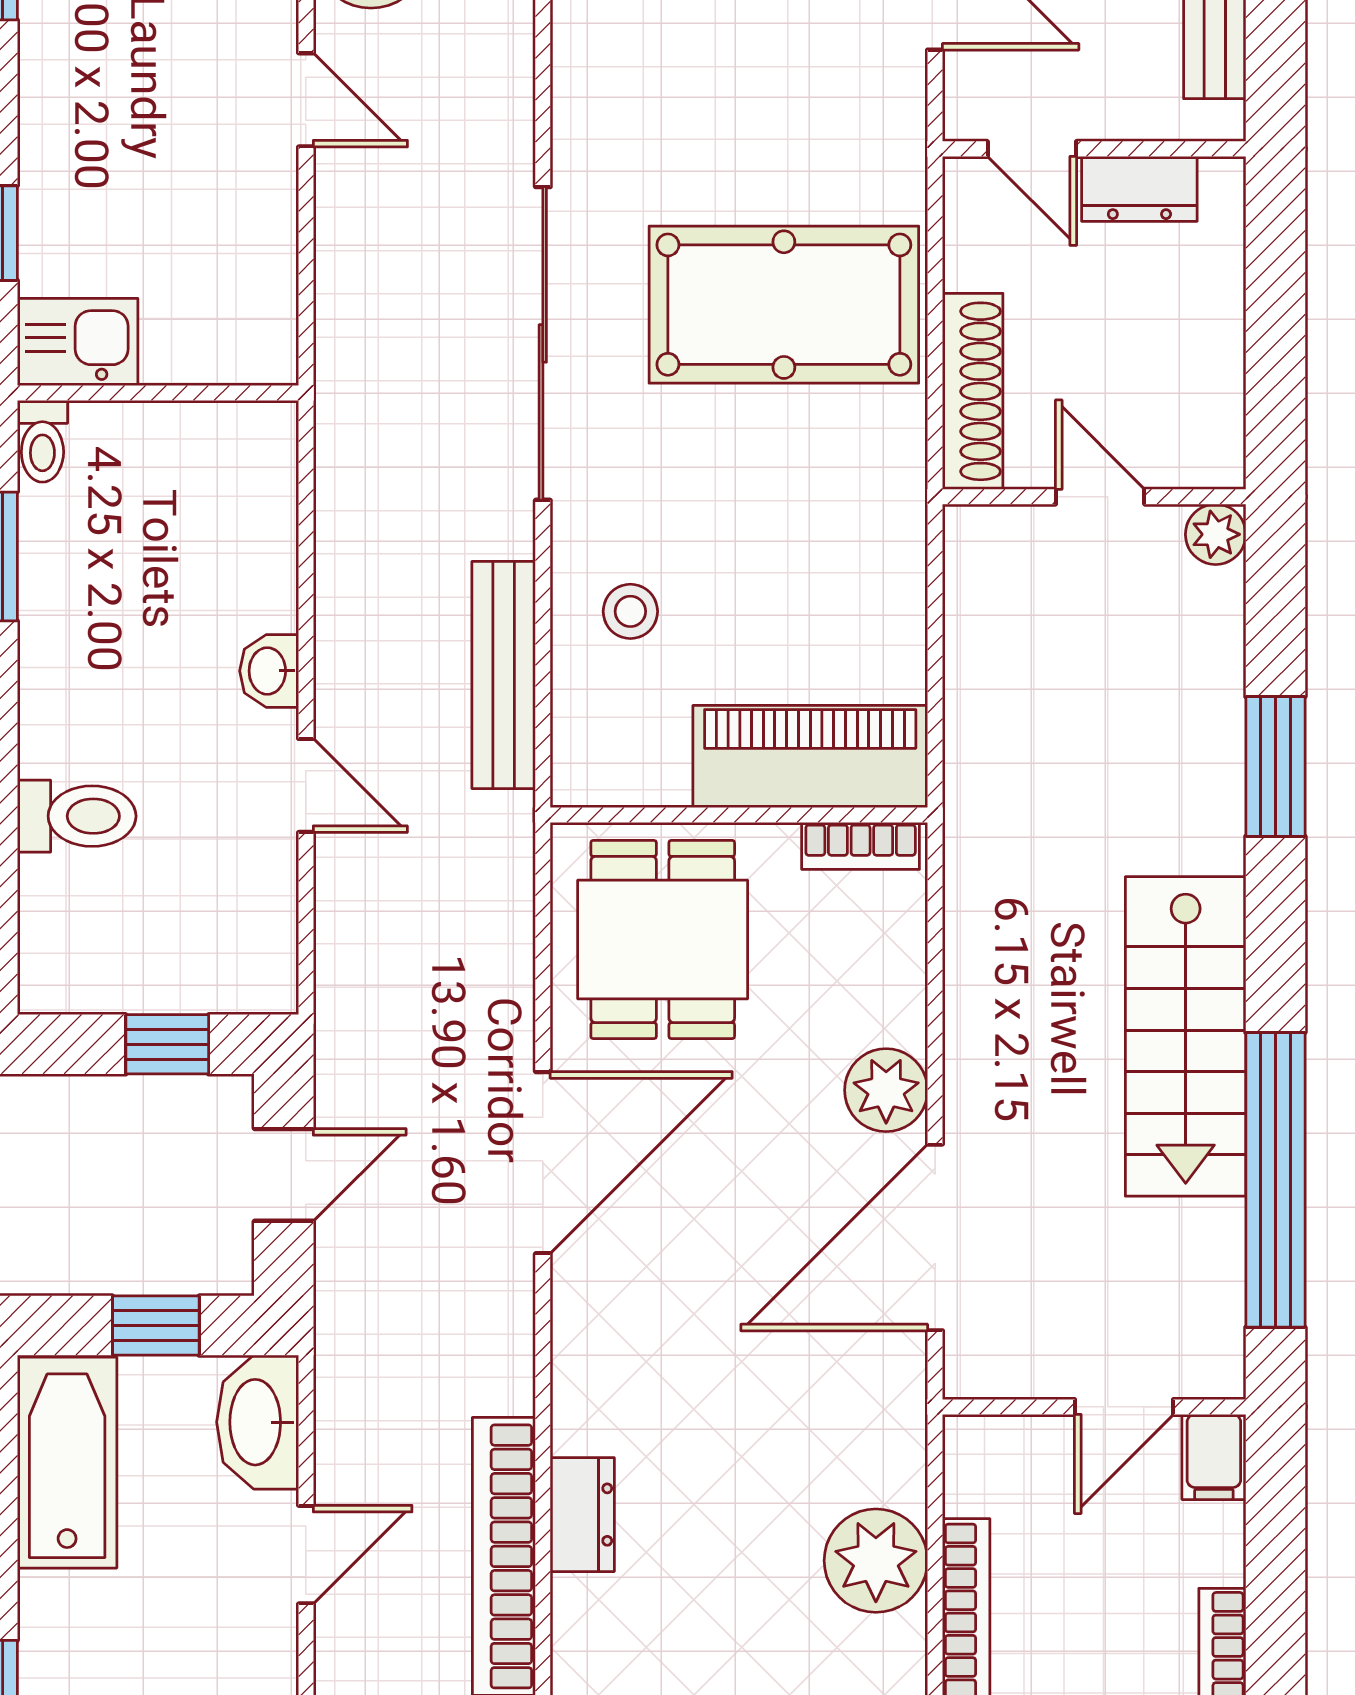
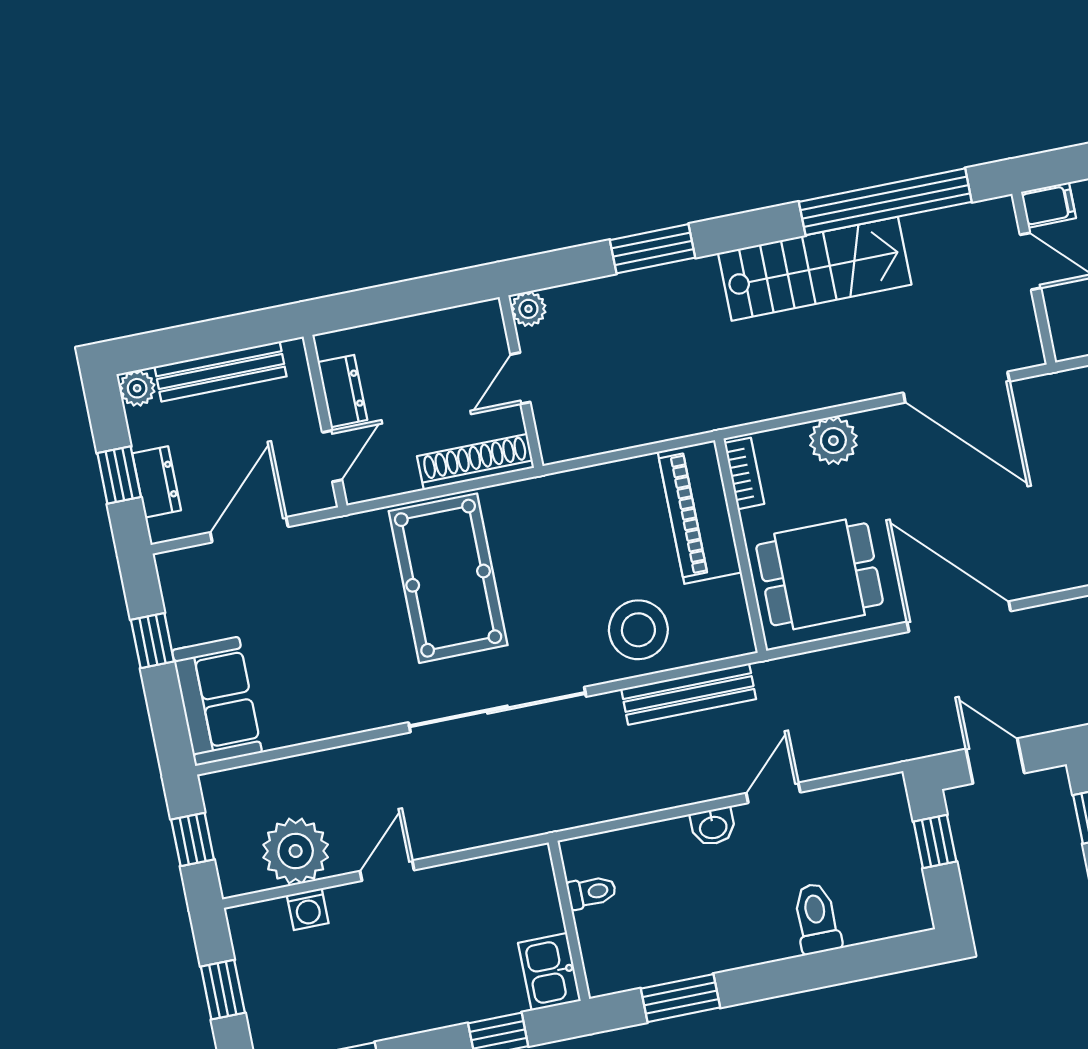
toilet: (42, 441) -> (592, 892), moved
stool: (630, 611) -> (638, 630), width x1.89, depth x1.89
plant: (886, 1090) -> (833, 441), moved

